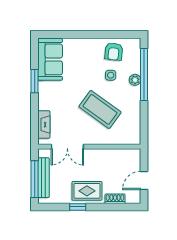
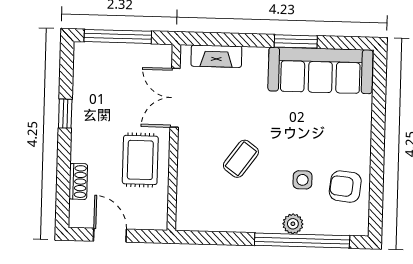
sofa: (50, 59) -> (320, 70), width x1.36
coffee table: (100, 109) -> (241, 159), width x0.54, depth x0.58
bench: (44, 178) -> (120, 53), removed
rug: (87, 191) -> (140, 160), moved

